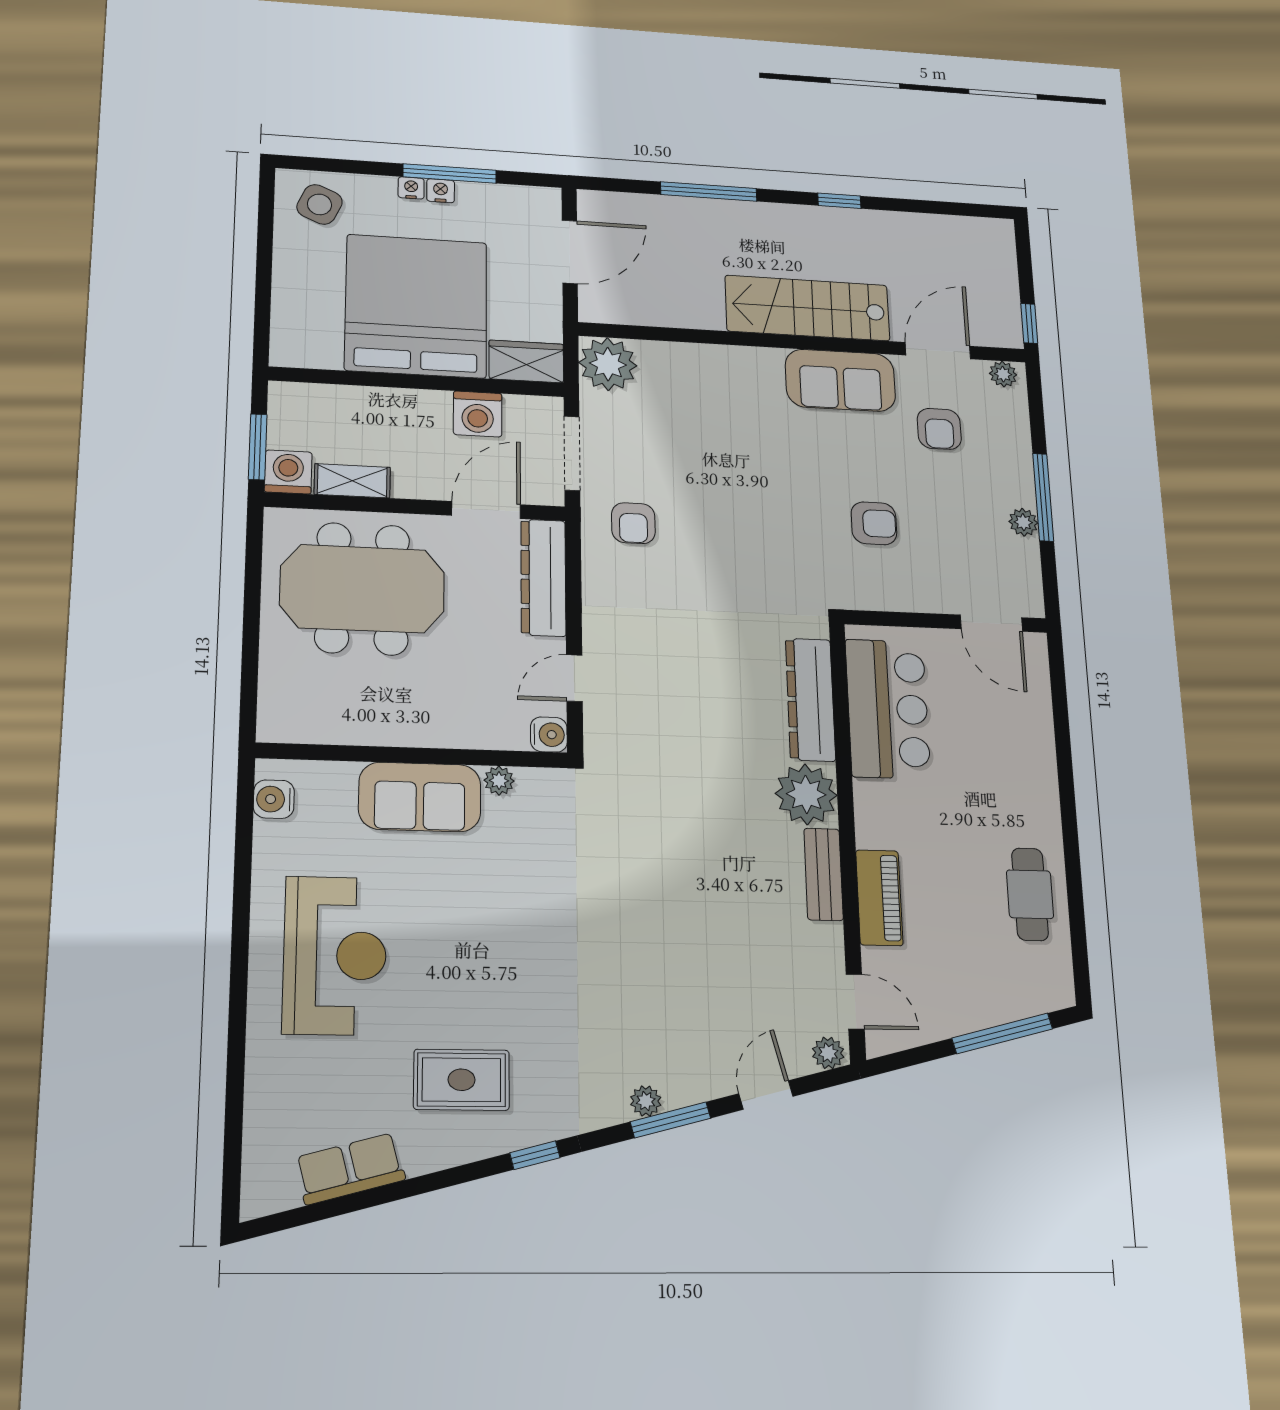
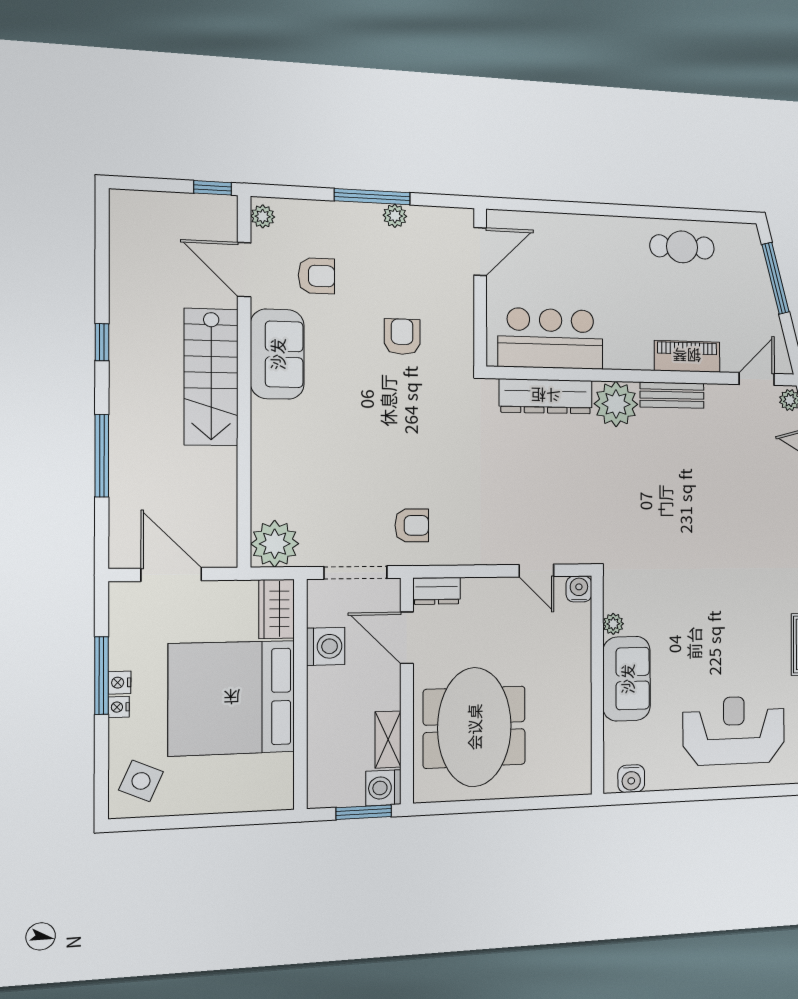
dresser: (543, 578) -> (437, 591), width x0.51, depth x0.80

